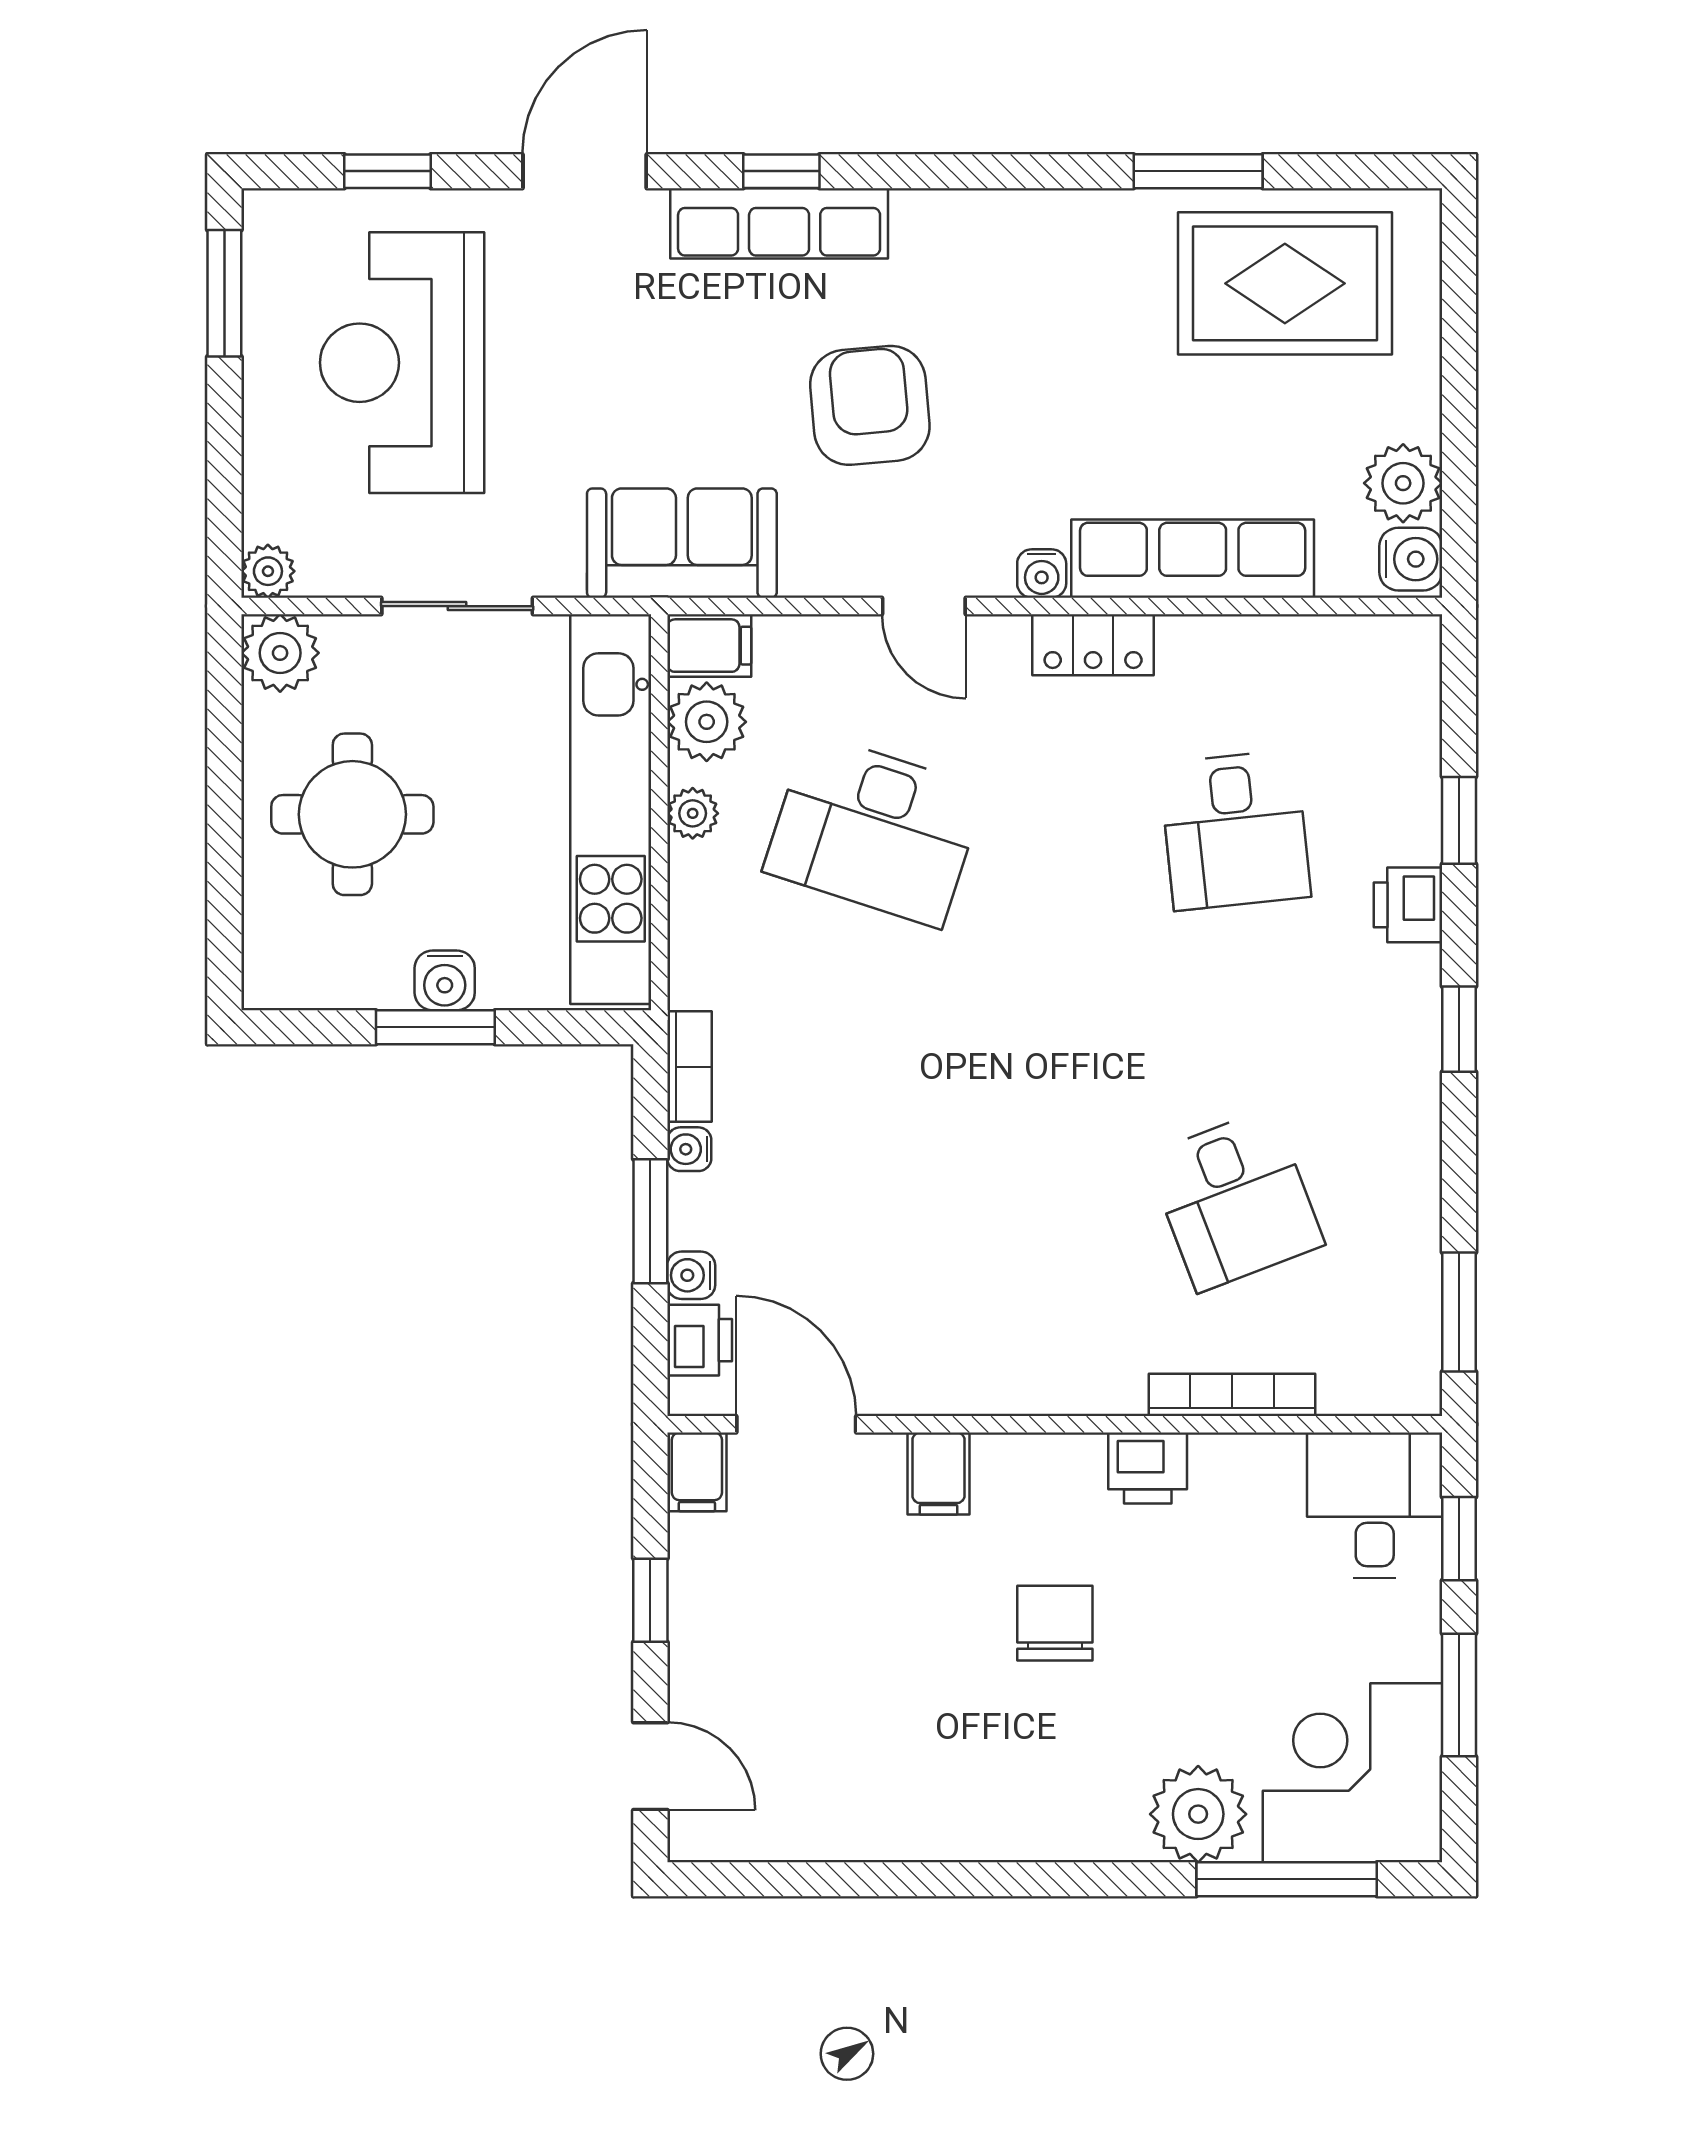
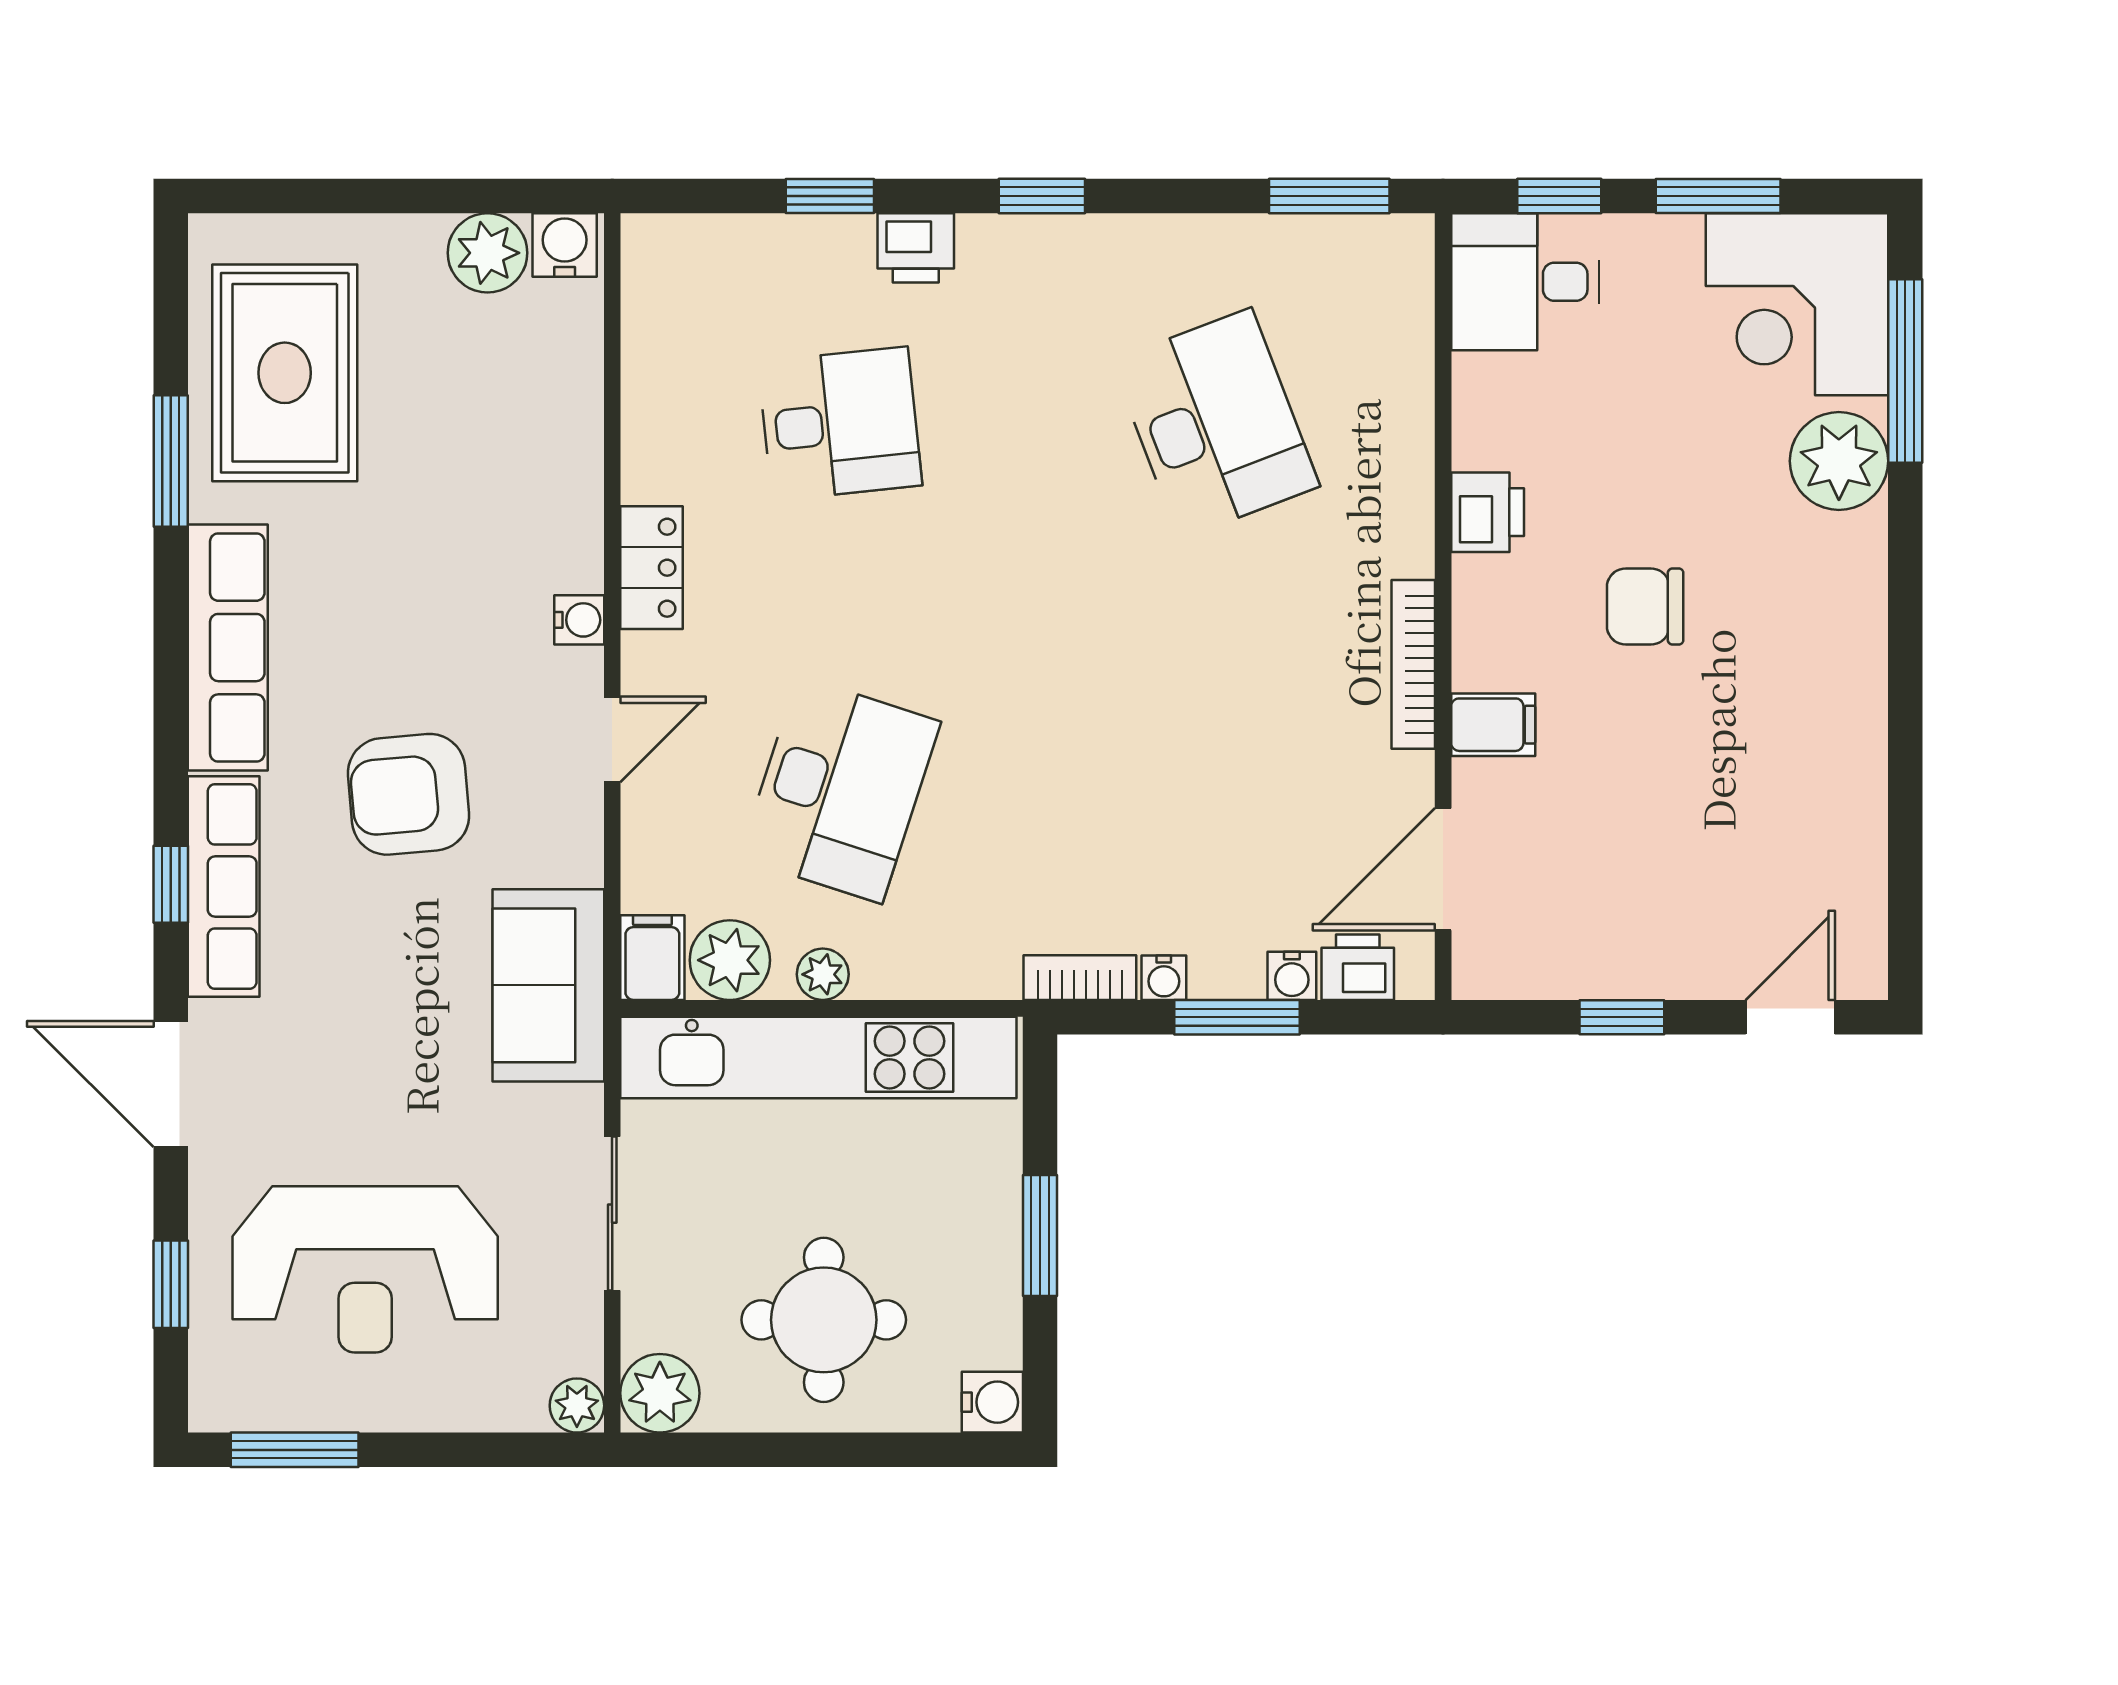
row of seats: (1193, 559) -> (228, 648), moved, turned 180
water cooler: (445, 980) -> (992, 1402), moved
desk: (1235, 1200) -> (1215, 424), width x1.37
bookcase: (1232, 1395) -> (1413, 664), moved
filing cabinet: (697, 1472) -> (1491, 970), removed

